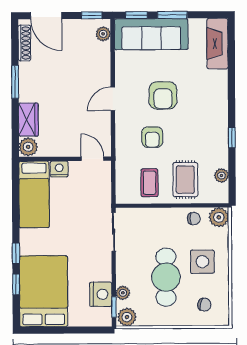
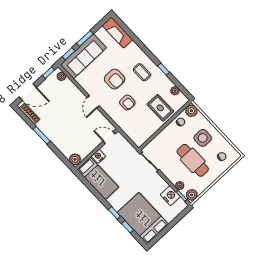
wardrobe: (28, 120) -> (64, 147), removed
coffee table: (149, 183) -> (142, 72), moved

